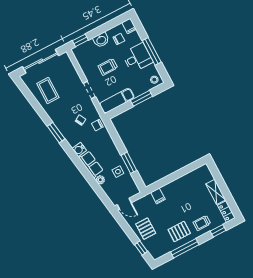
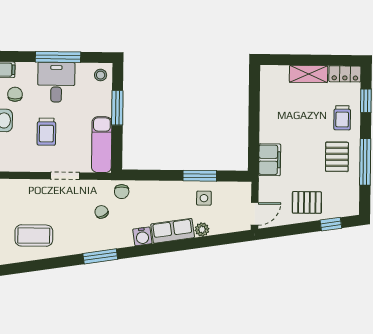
filing cabinet: (158, 196) -> (270, 160), width x2.00

